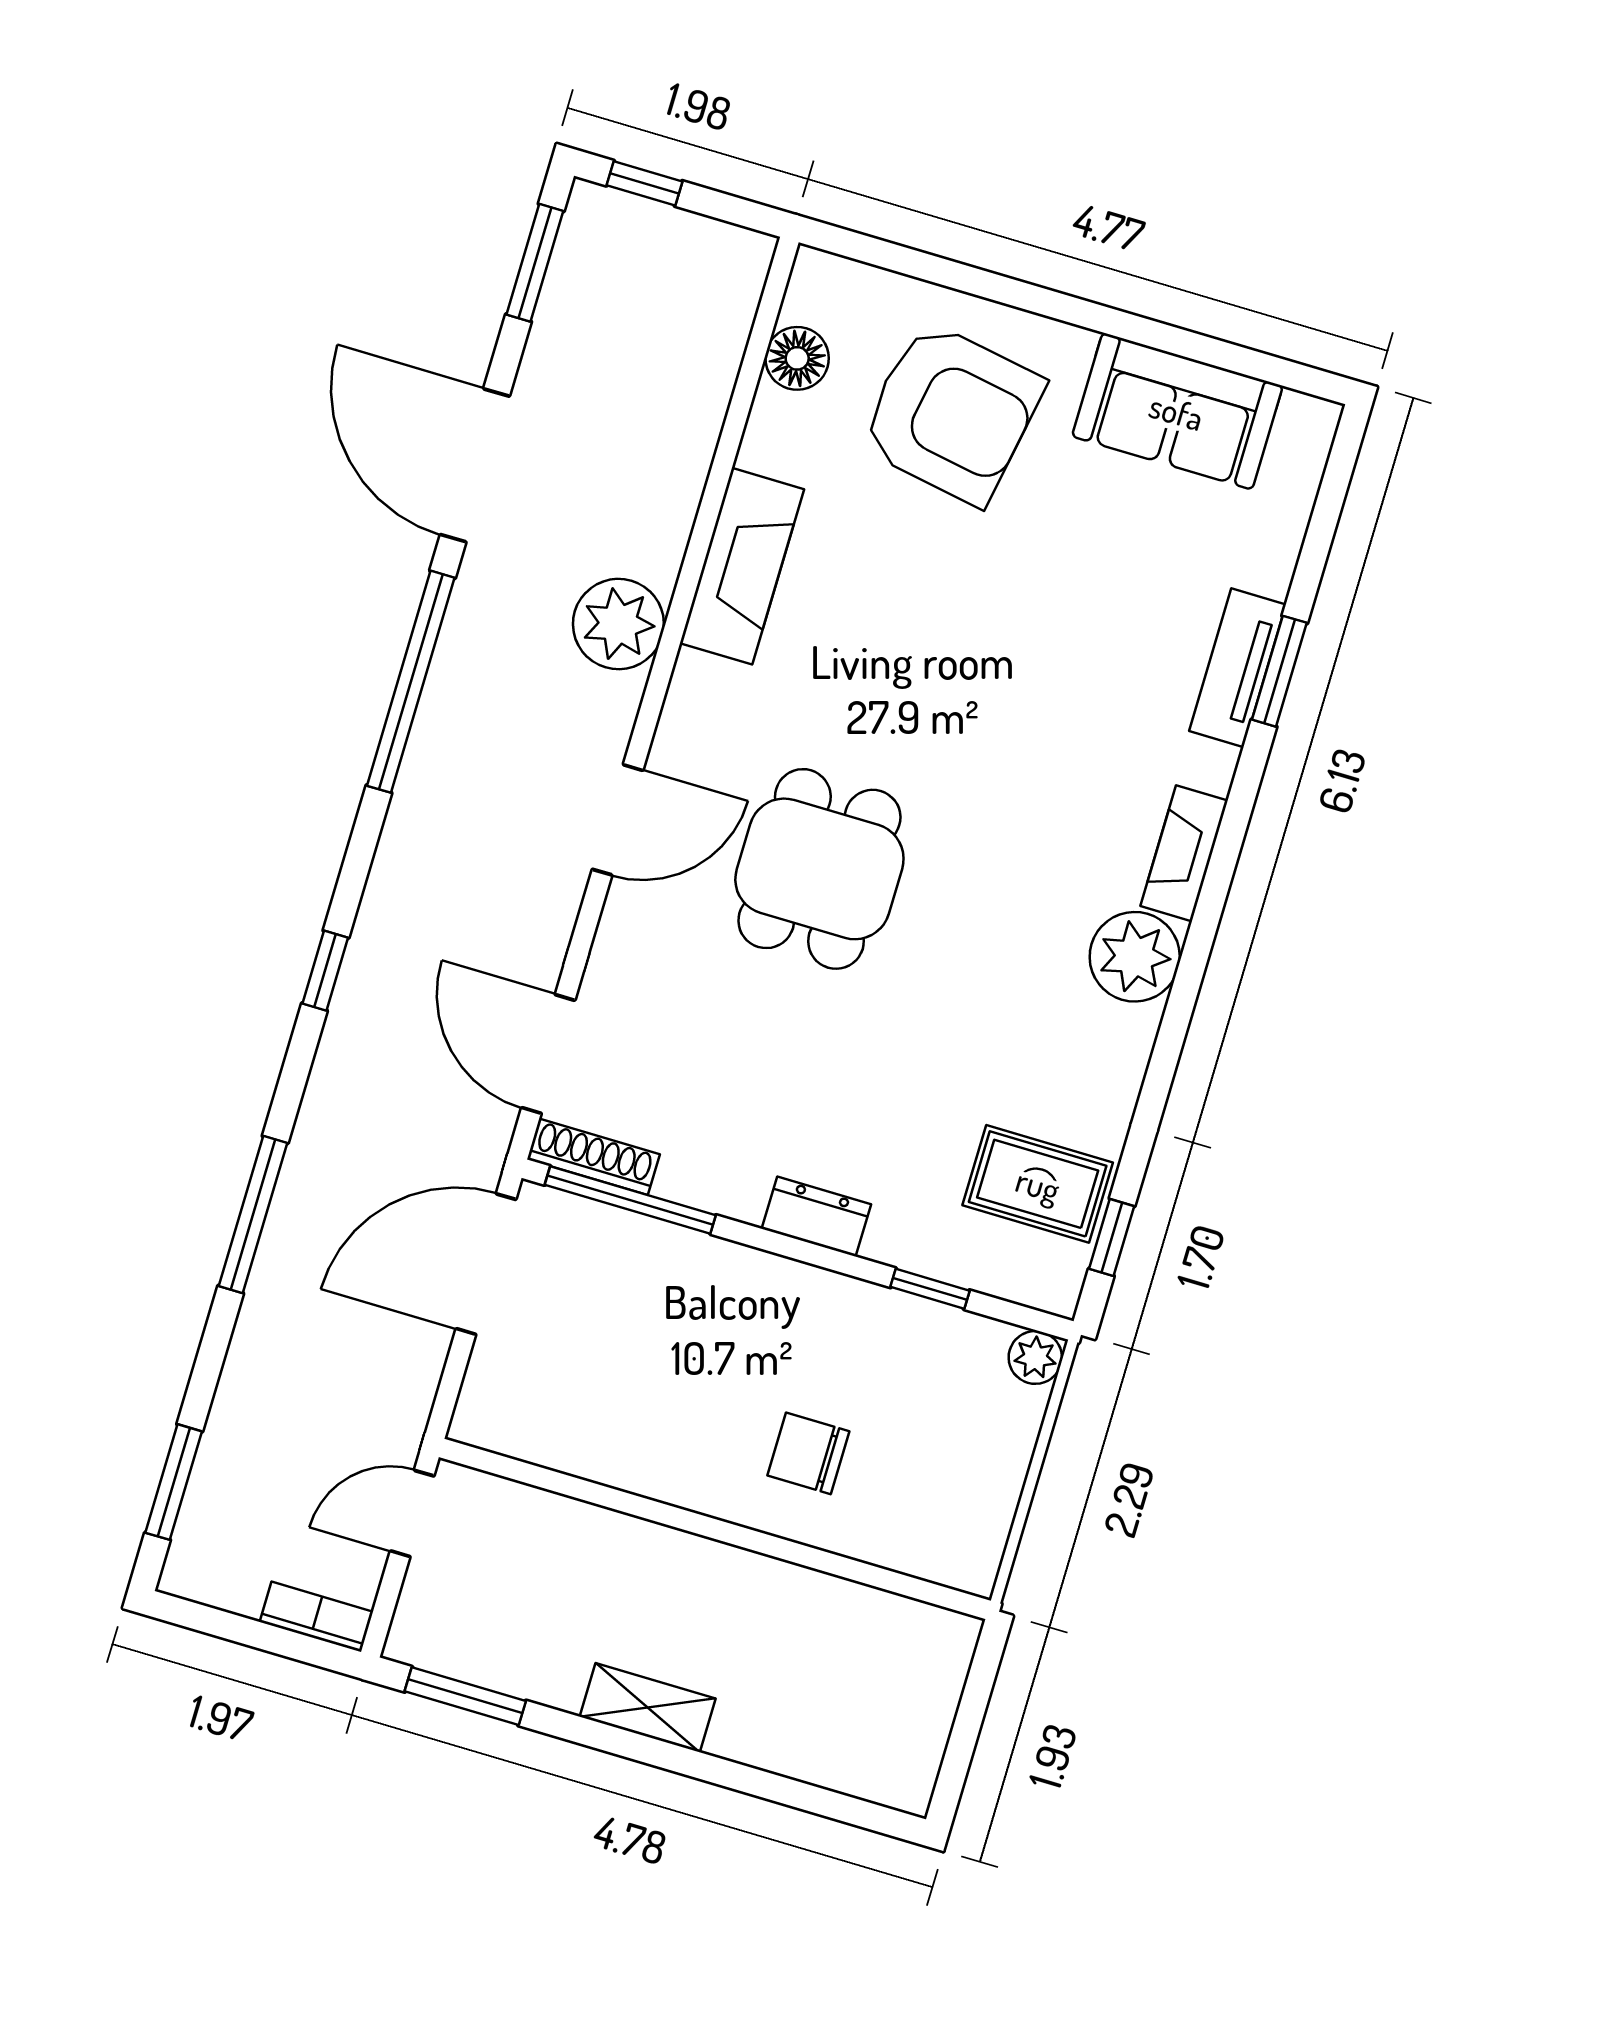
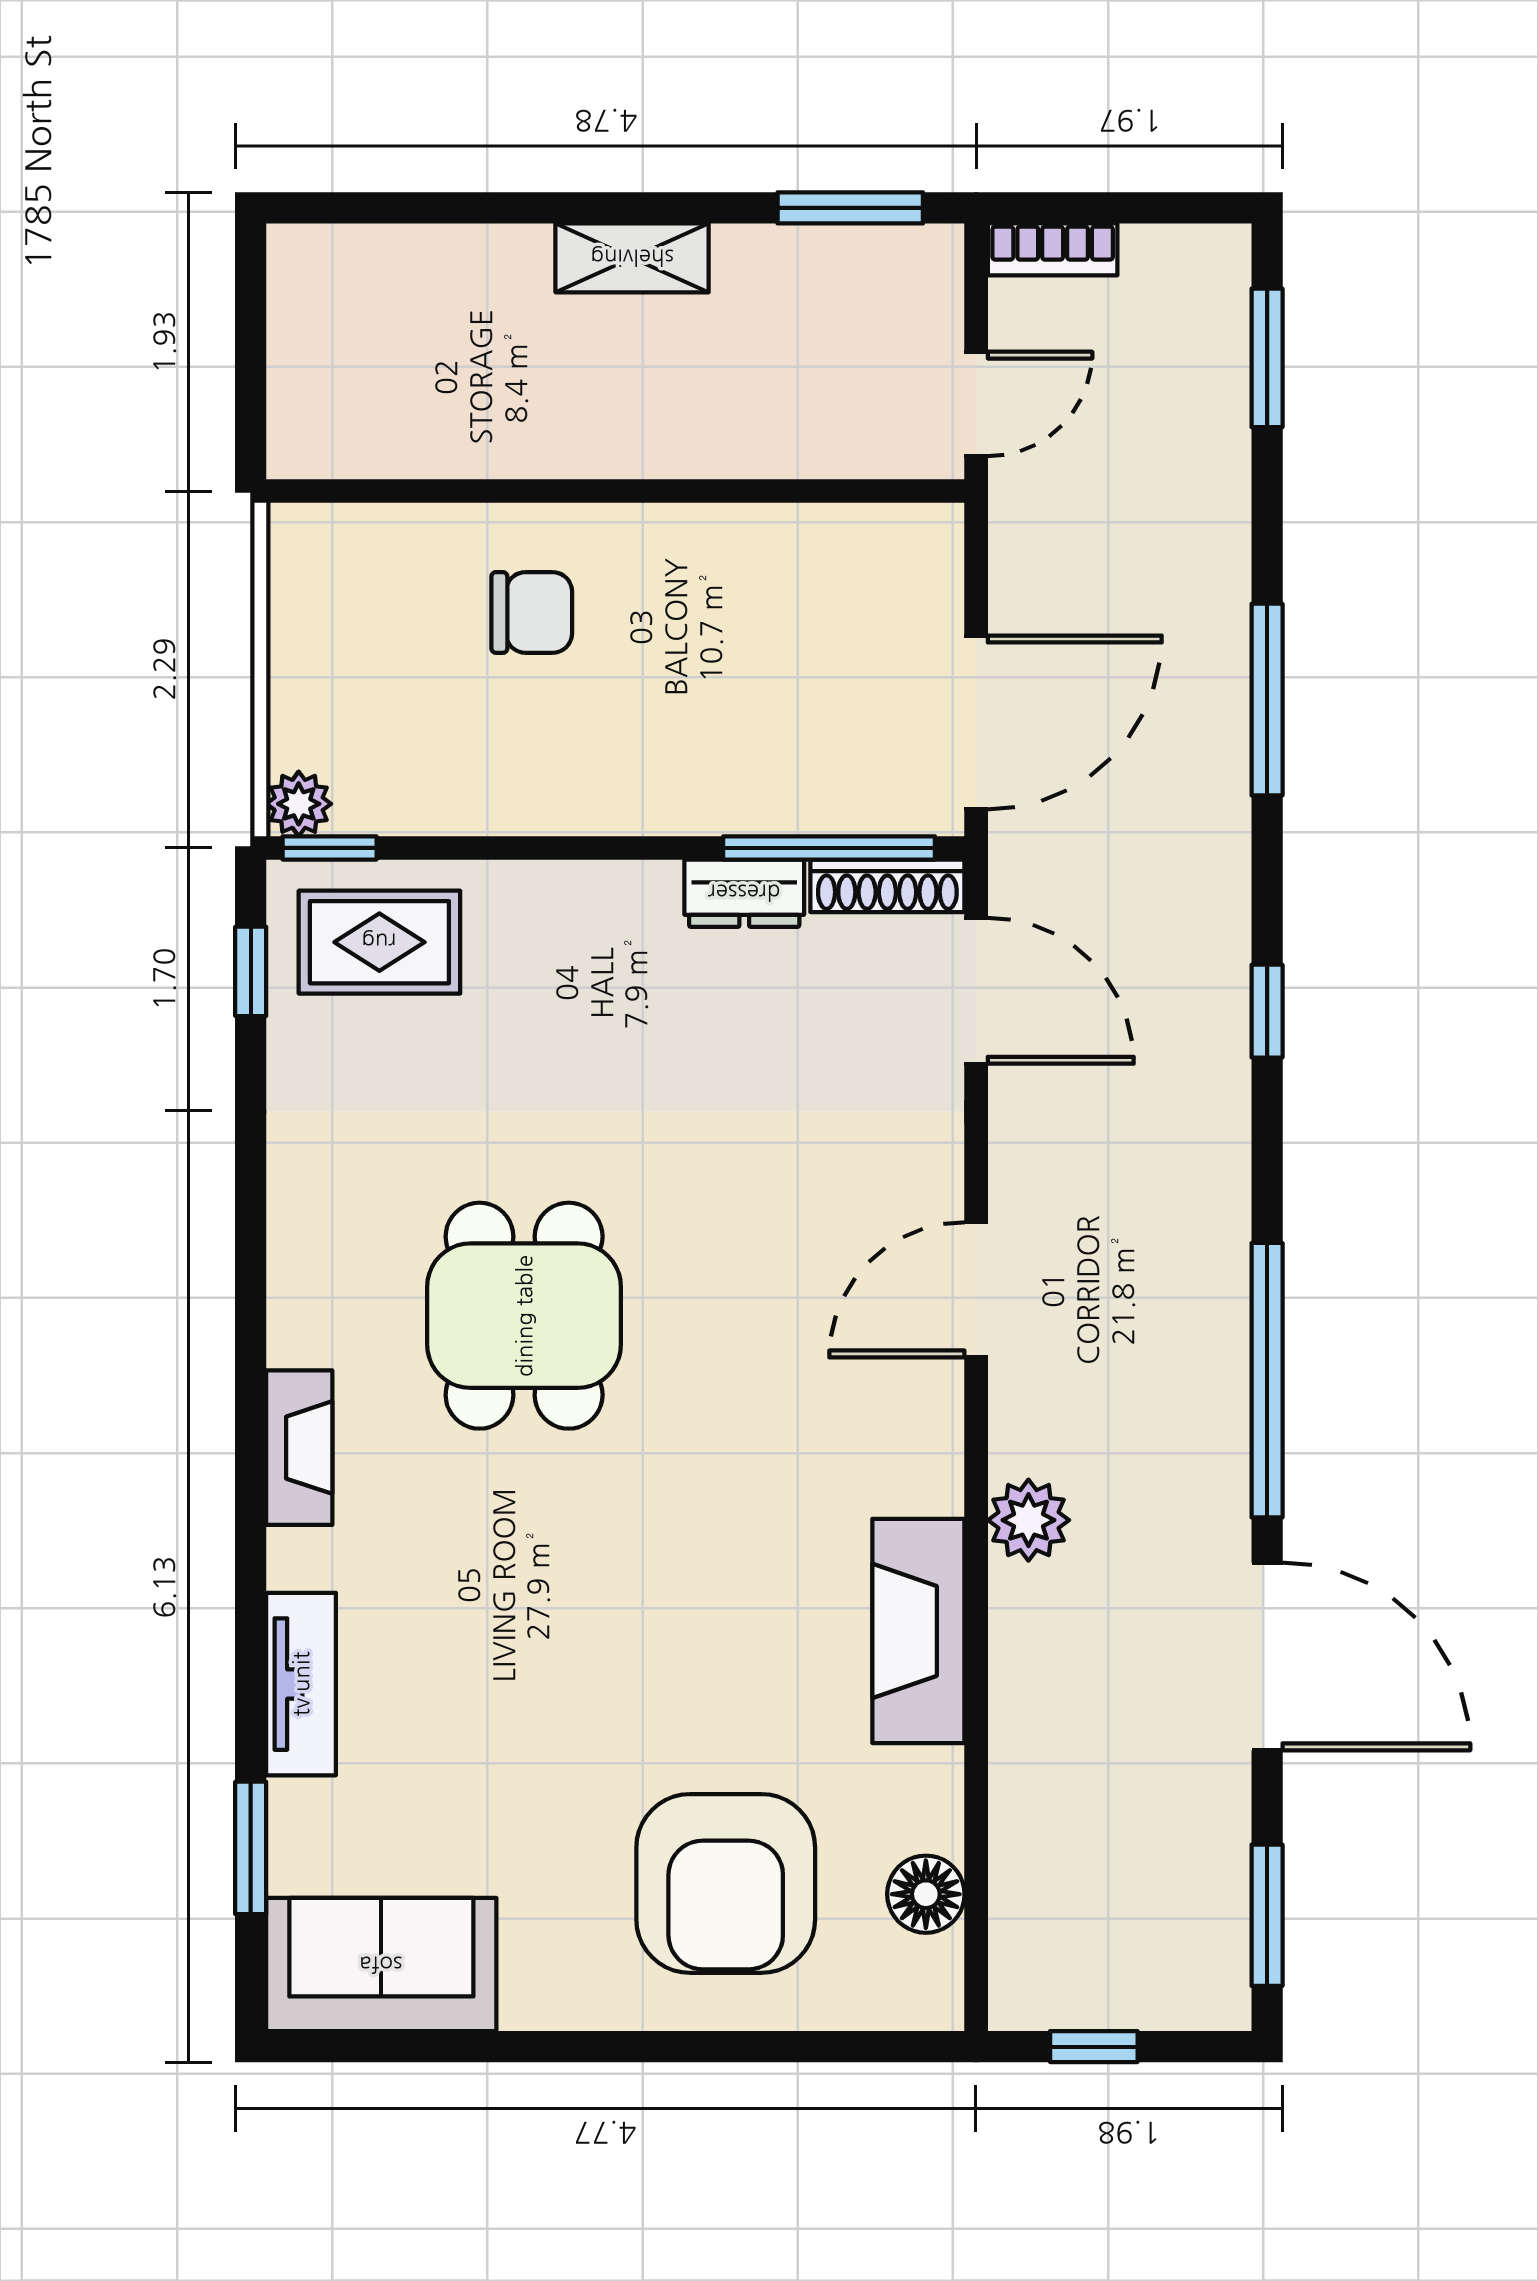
window: (644, 183) -> (1094, 2047), moved
sofa: (1177, 411) -> (381, 1965), moved
armchair: (951, 413) -> (726, 1883), turned -100
plant: (618, 624) -> (1028, 1520), width x0.73, depth x0.73
window: (1279, 671) -> (251, 1848), moved
dining table: (819, 869) -> (524, 1316), moved
plant: (1135, 957) -> (321, 1309), removed
rug: (1038, 1184) -> (379, 942), moved
dresser: (816, 1217) -> (744, 893), moved
window: (930, 1289) -> (330, 848), moved

